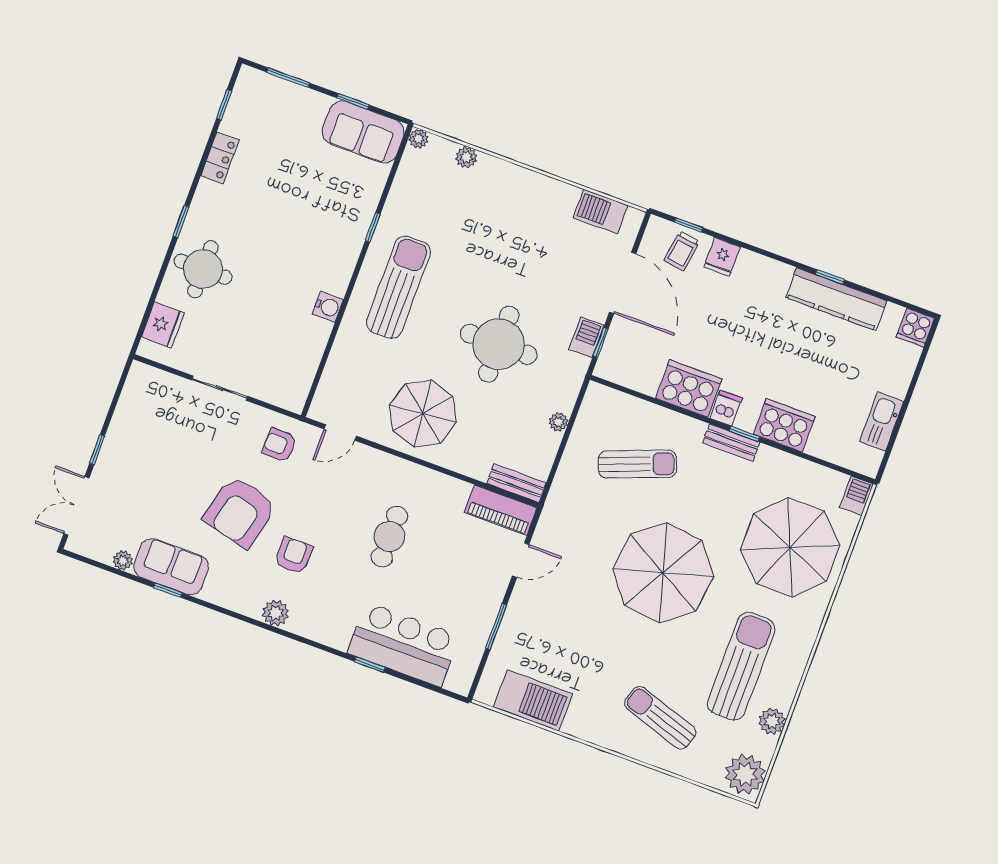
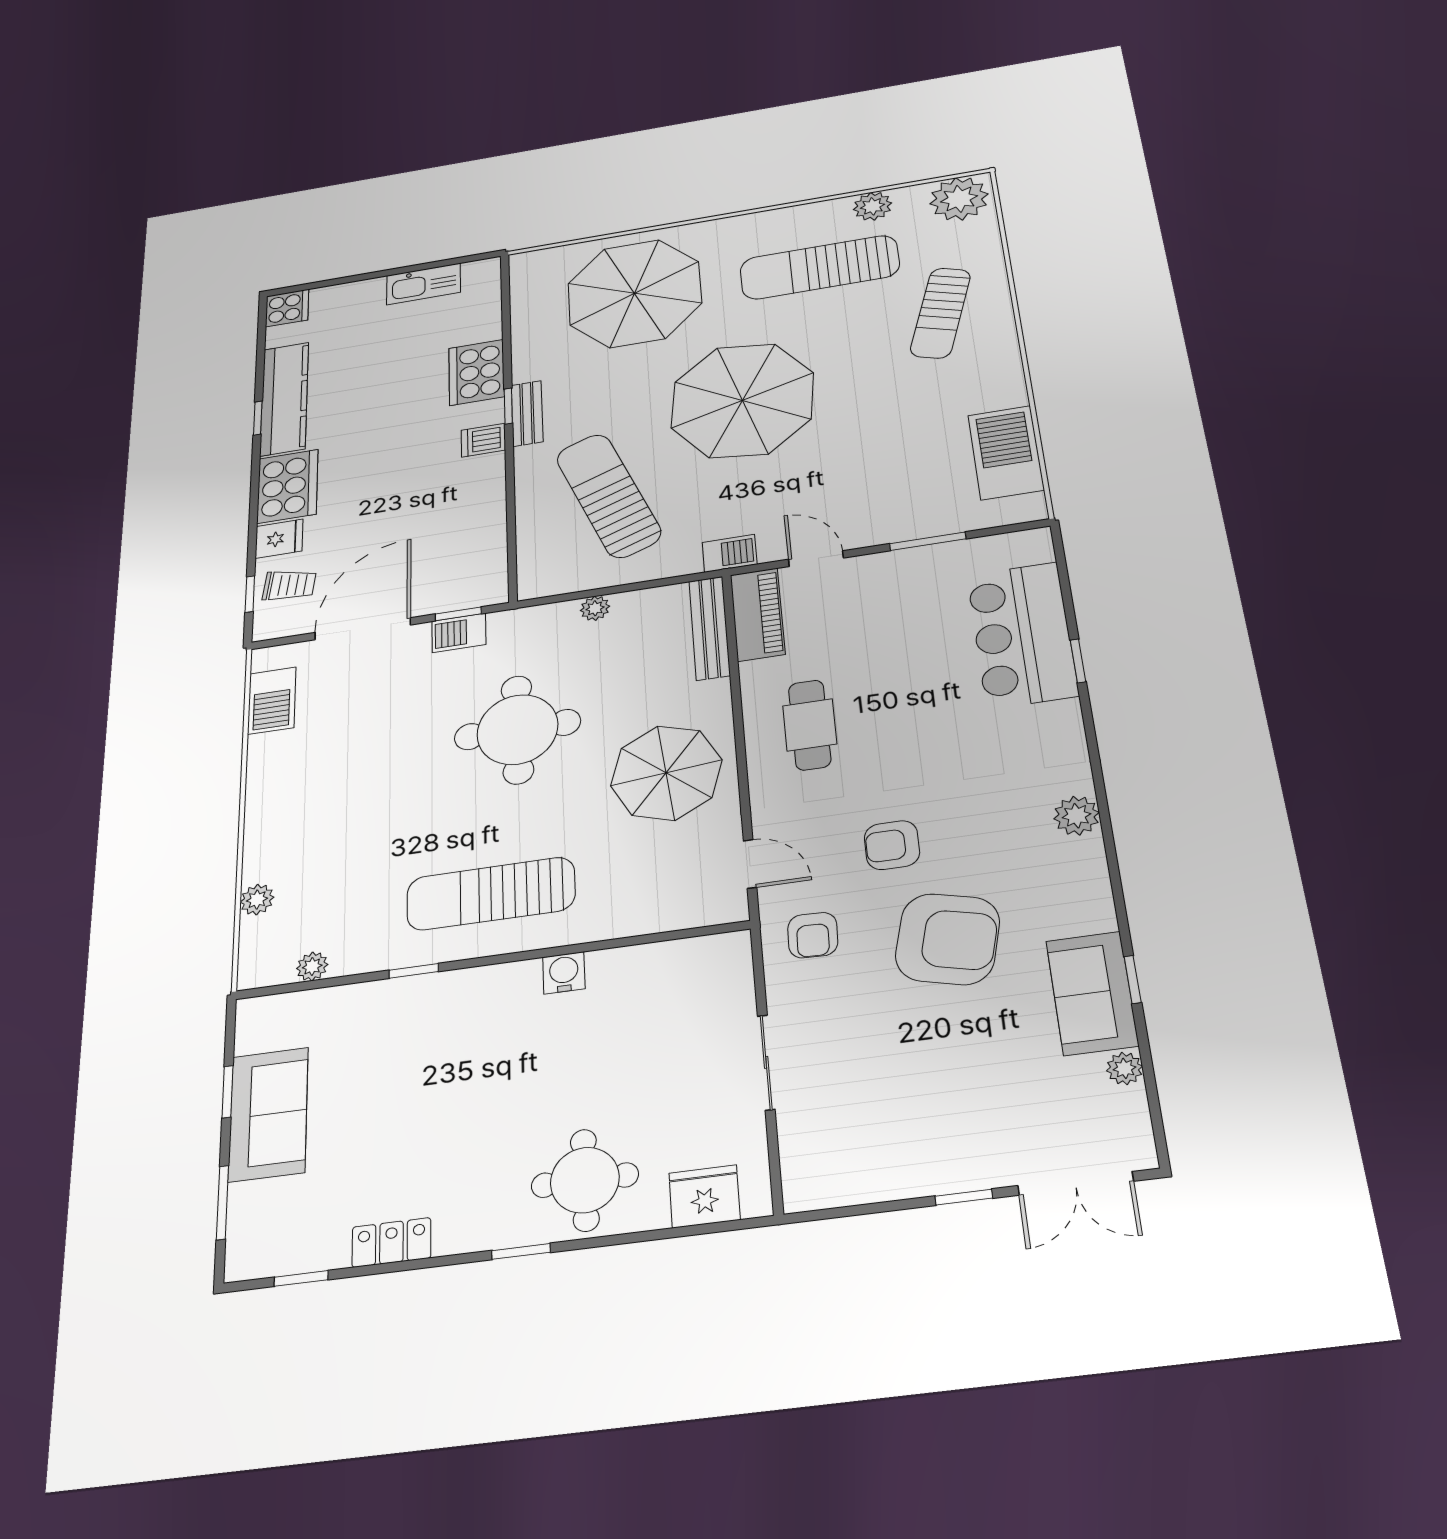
sofa: (363, 132) -> (268, 1114), moved
plant: (419, 139) -> (312, 966), moved
cooker: (689, 389) -> (288, 486), moved, turned 180
sun lounger: (637, 464) -> (608, 495), width x1.36, depth x1.34
bench: (516, 483) -> (710, 628), width x1.36
barbecue: (856, 496) -> (730, 553), moved, turned 180
cafe table: (389, 536) -> (810, 725), moved, turned 90
armchair: (294, 556) -> (892, 845), moved

